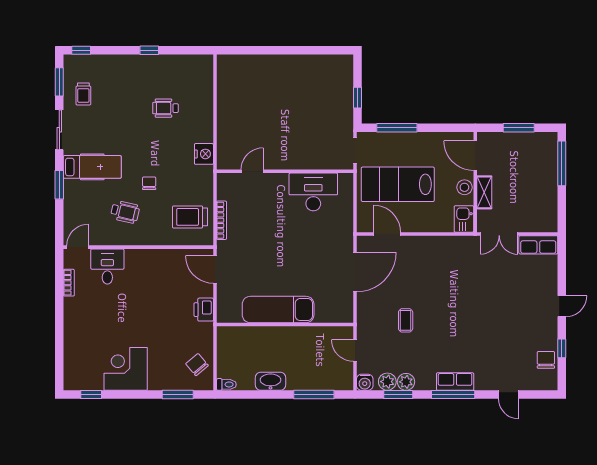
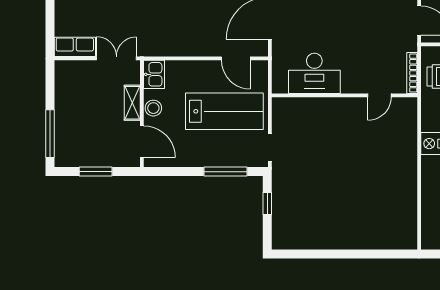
door: (252, 171) -> (379, 95), moved
wall: (285, 171) -> (344, 95), moved
desk: (313, 192) -> (314, 73), moved

